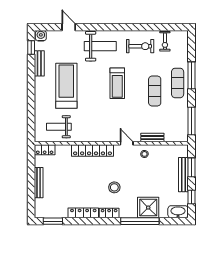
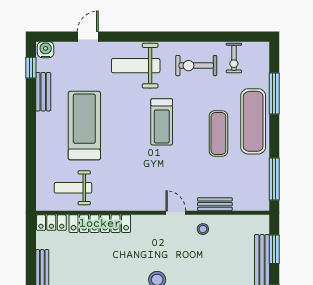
door: (69, 27) -> (88, 37), hinge flipped
weight bench: (100, 46) -> (136, 66), turned 180
exercise bike: (140, 46) -> (196, 66), turned 180
window: (192, 75) -> (274, 94), moved
exercise mat: (178, 83) -> (253, 121), width x1.36, depth x1.45
locker: (93, 150) -> (100, 224), moved

